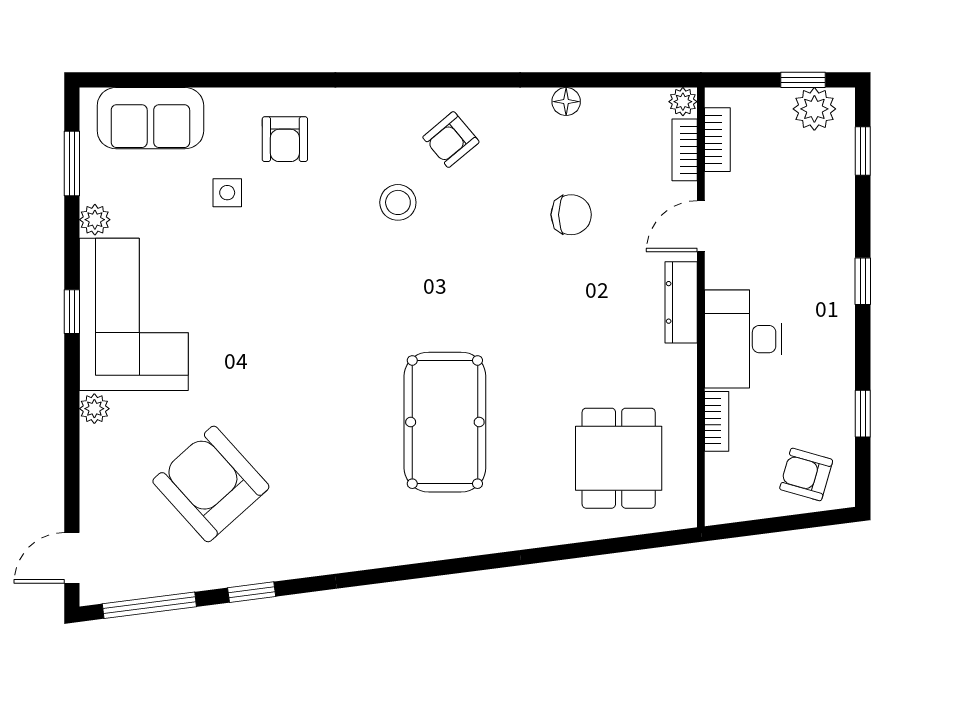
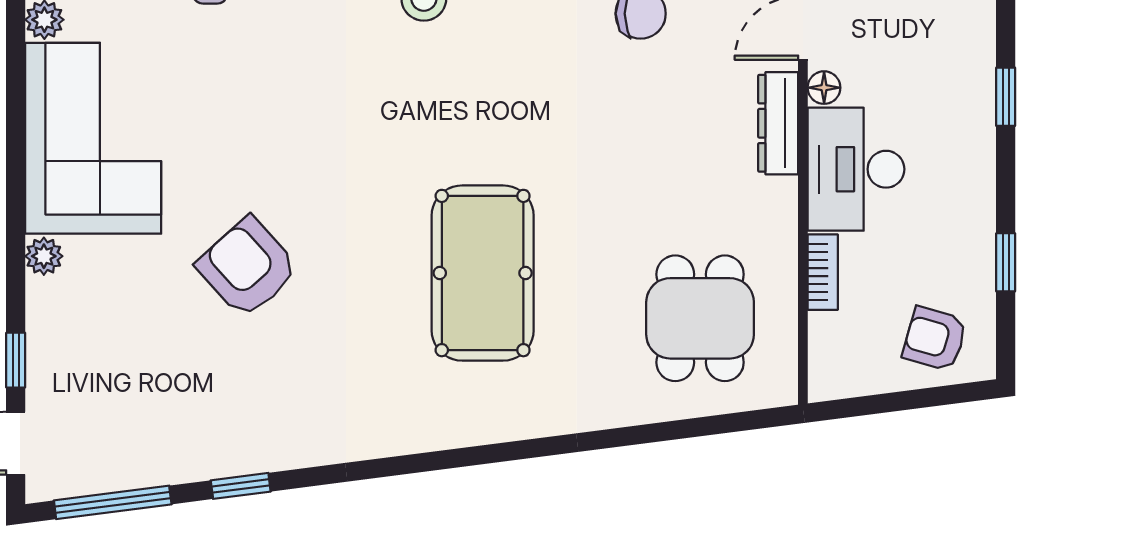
floor lamp: (718, 274) -> (824, 88), added
window: (72, 312) -> (16, 360), moved
armchair: (211, 484) -> (247, 267), moved, width x0.73, depth x0.73

